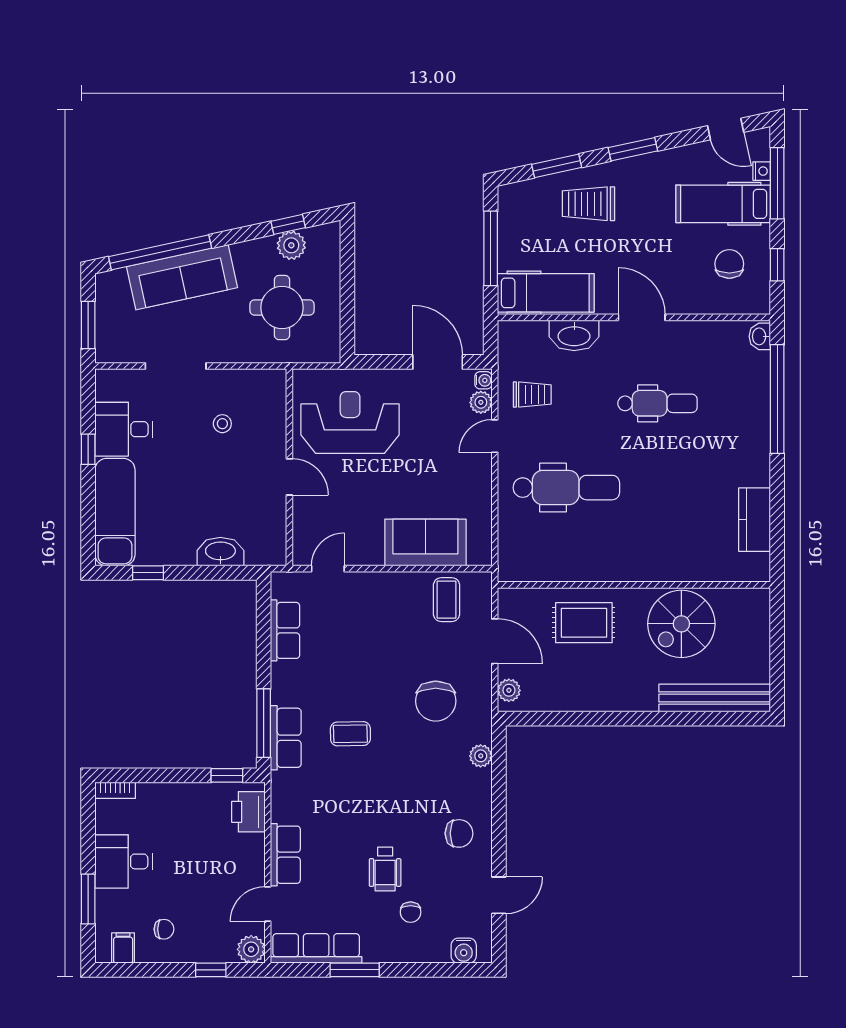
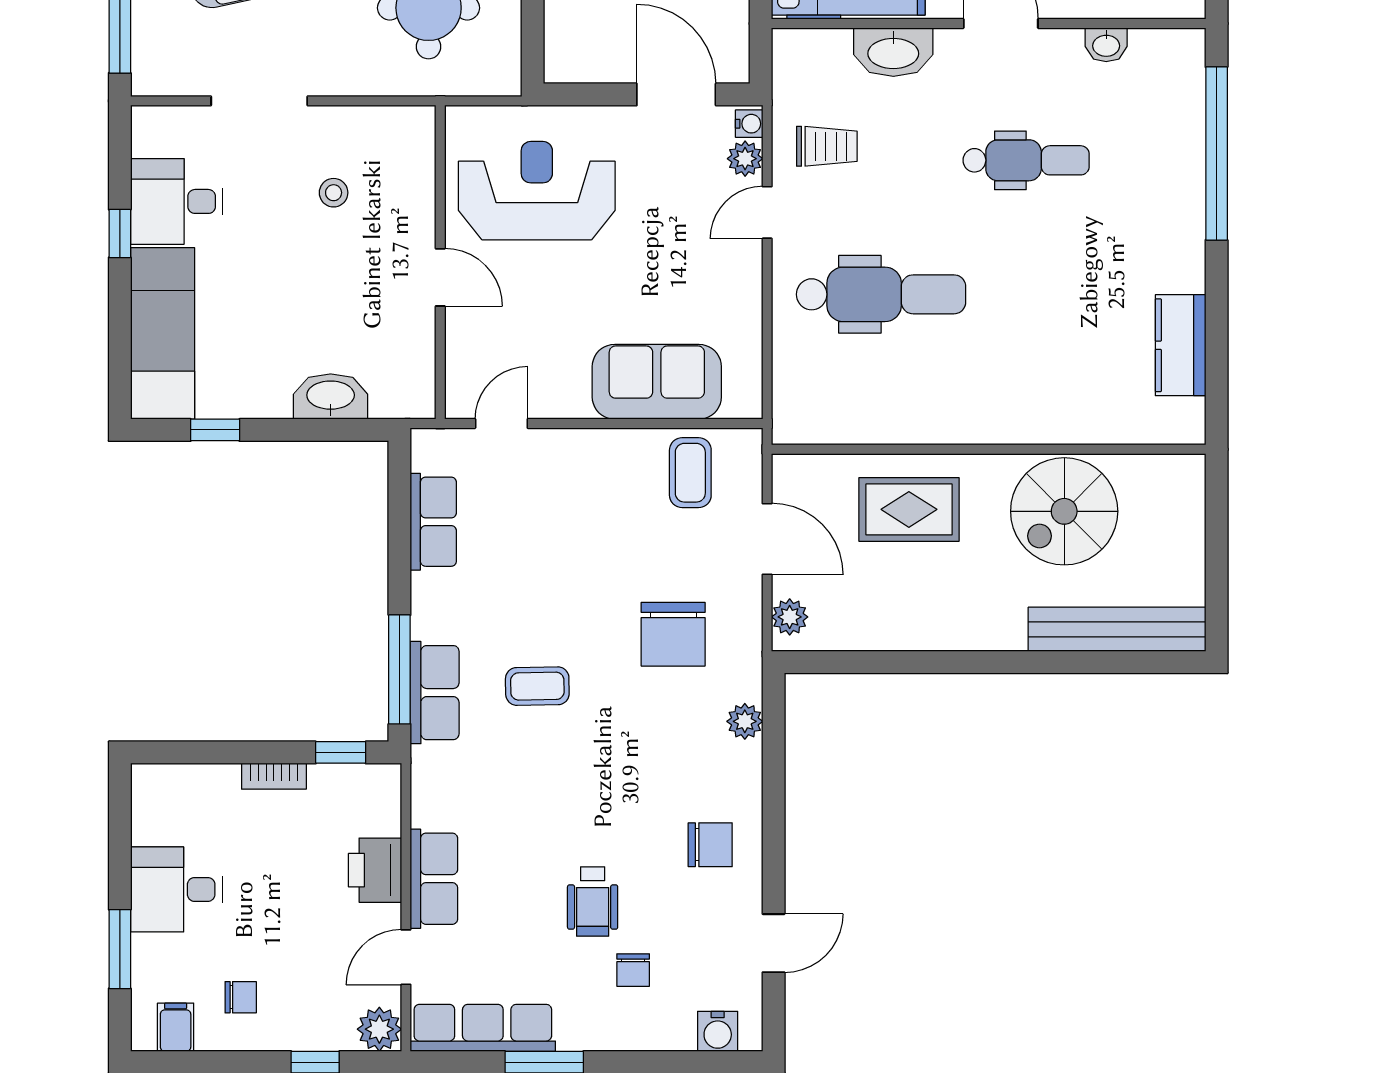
washbasin: (760, 336) -> (1106, 45), moved, turned -90
bookcase: (115, 790) -> (274, 776), moved
printer: (248, 812) -> (375, 870), moved

